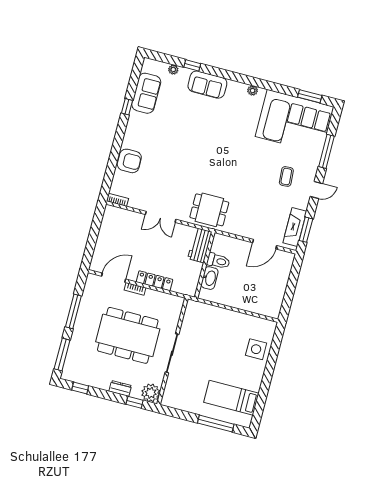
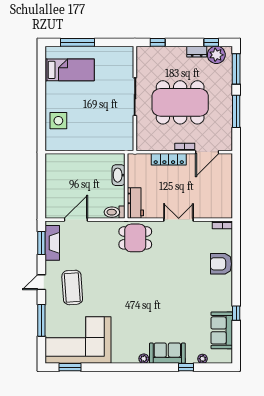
plant: (253, 90) -> (144, 359), moved
coffee table: (286, 176) -> (72, 287), width x1.86, depth x1.72
toilet: (218, 261) -> (115, 212), moved
dresser: (120, 388) -> (197, 52), moved
plant: (151, 393) -> (216, 55), moved

